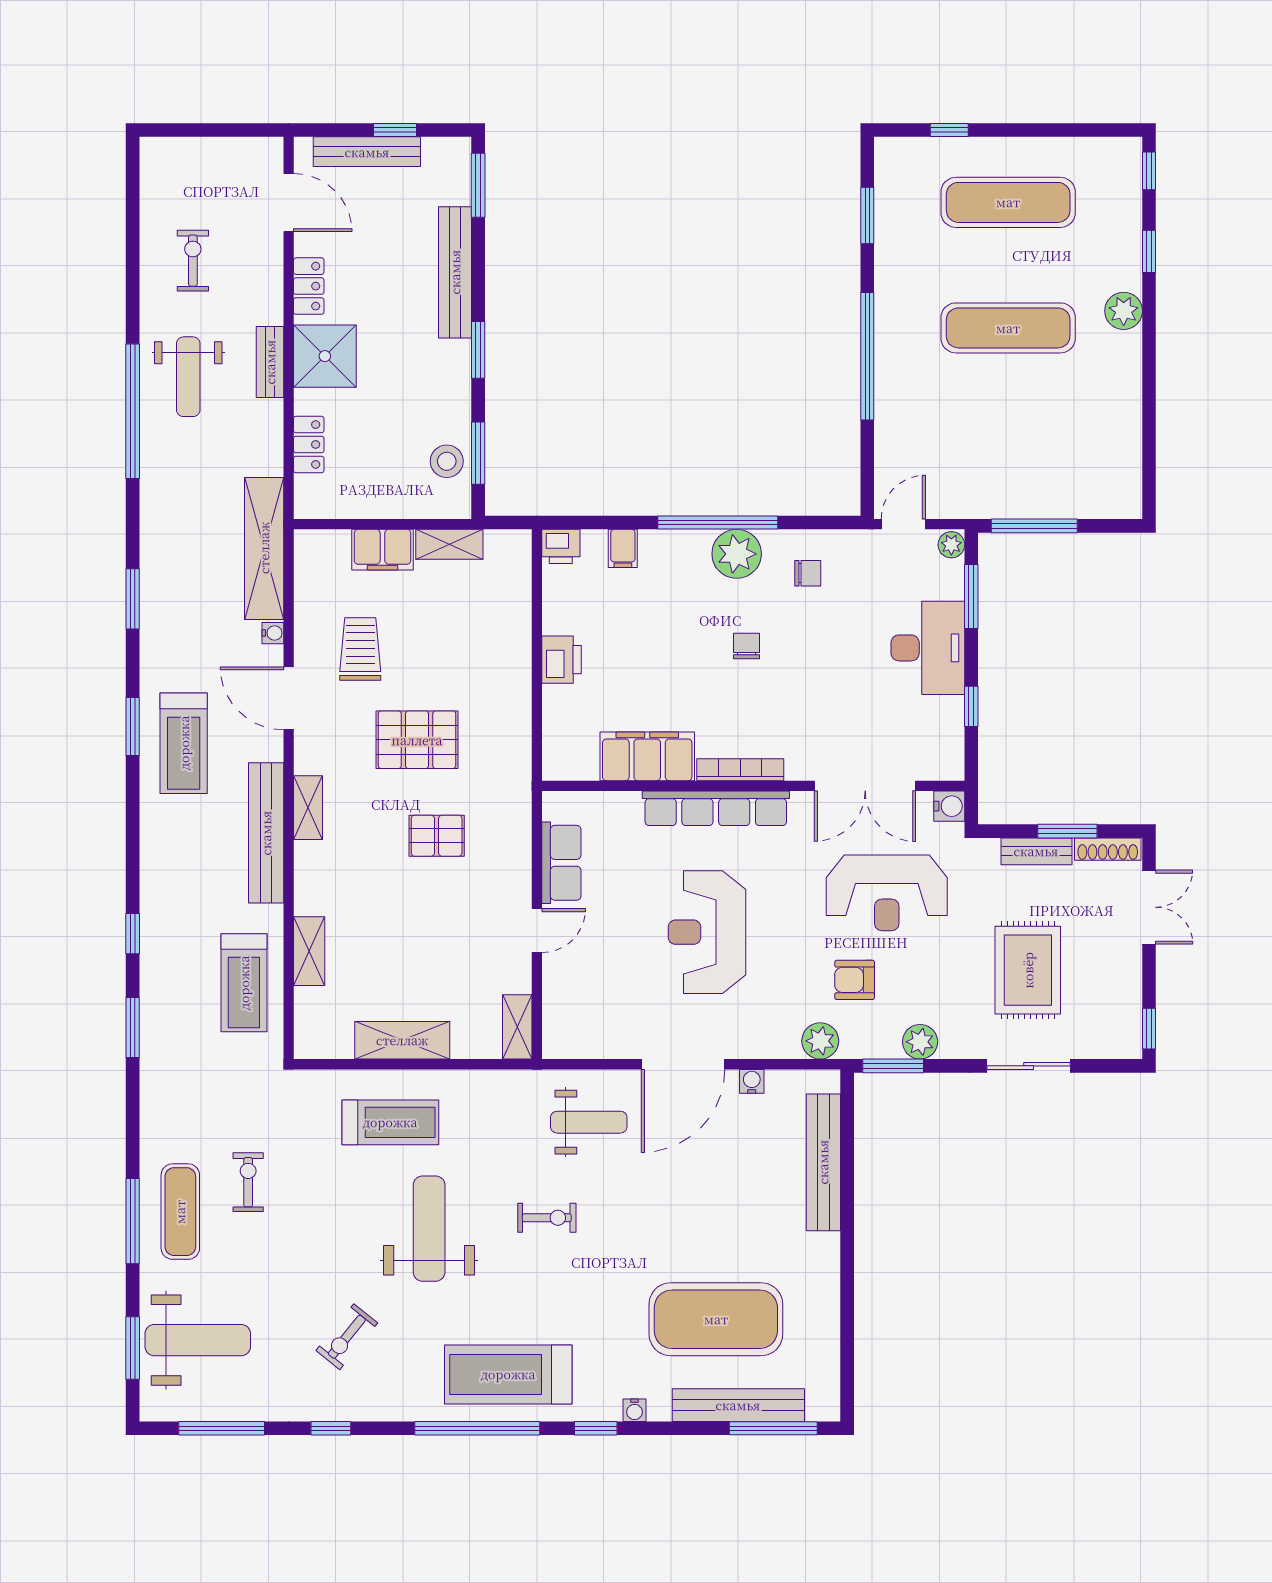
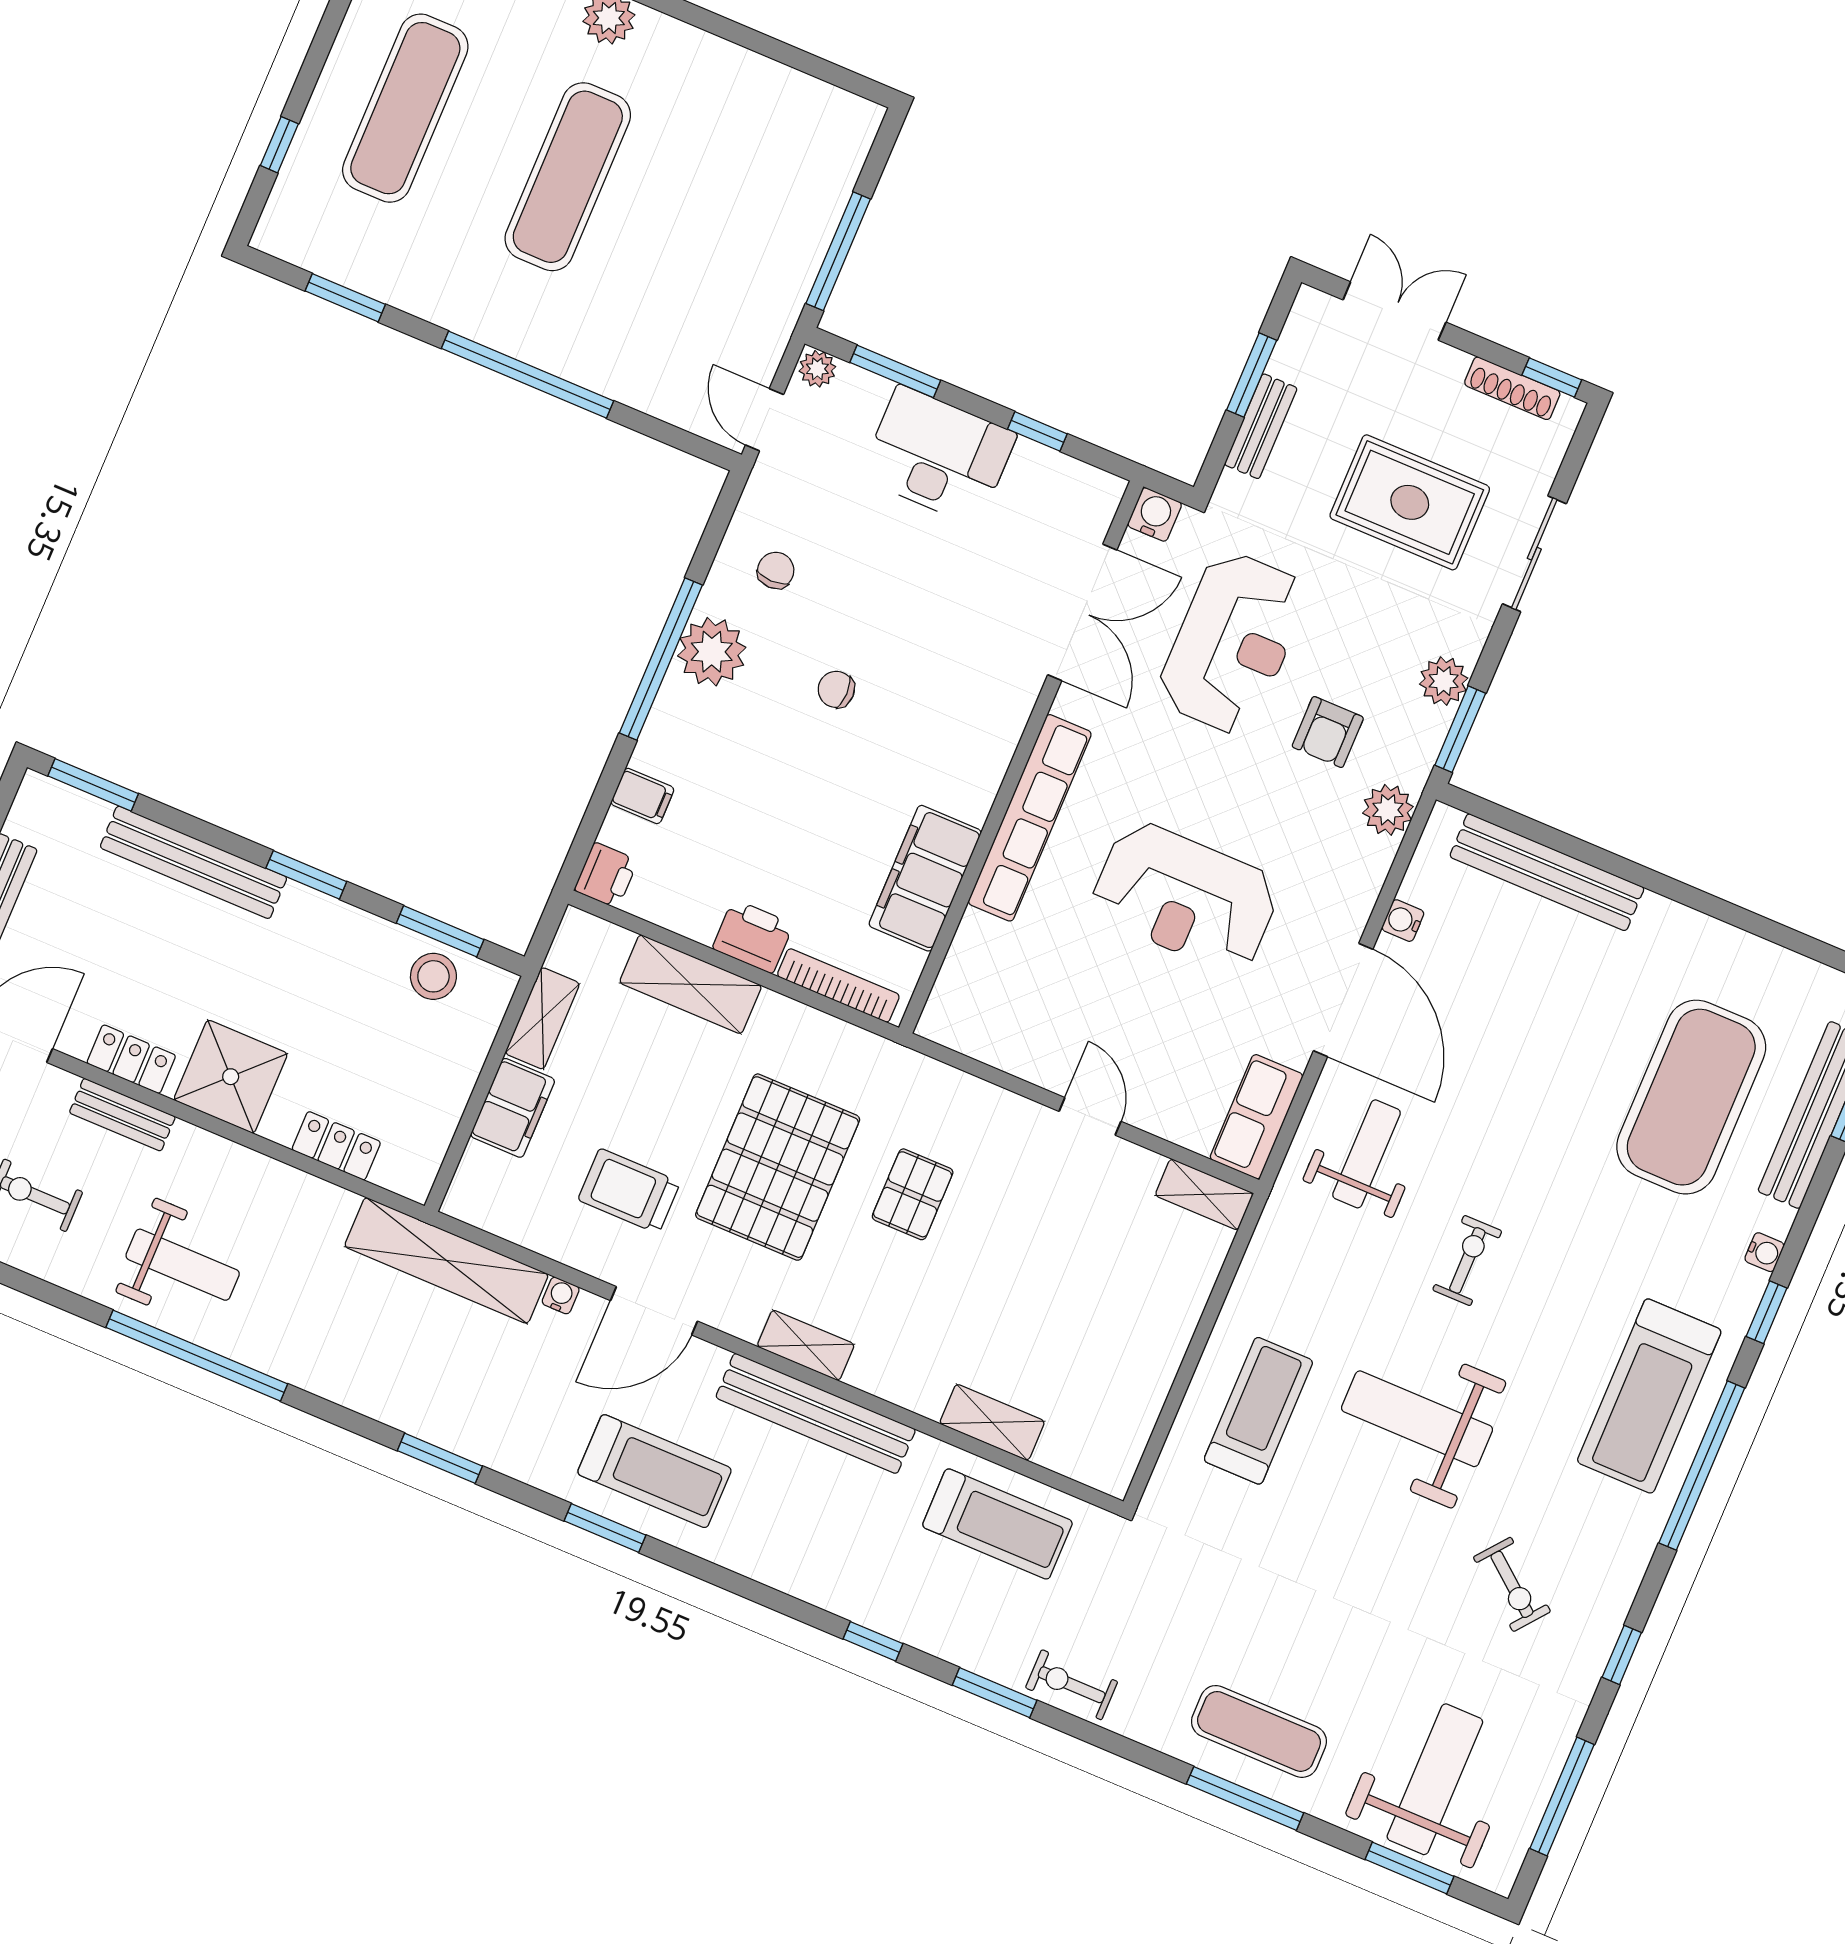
bench: (270, 362) -> (122, 1115), moved
pallet: (417, 740) -> (778, 1167), width x1.37, depth x1.41
bookcase: (740, 770) -> (838, 985), moved, turned 90
shoe rack: (1108, 849) -> (1512, 388), moved, turned 90
row of seats: (561, 863) -> (1256, 1117), moved, turned -90
shelving: (402, 1040) -> (691, 984), moved, turned 90
exercise bike: (248, 1182) -> (1072, 1685), moved

